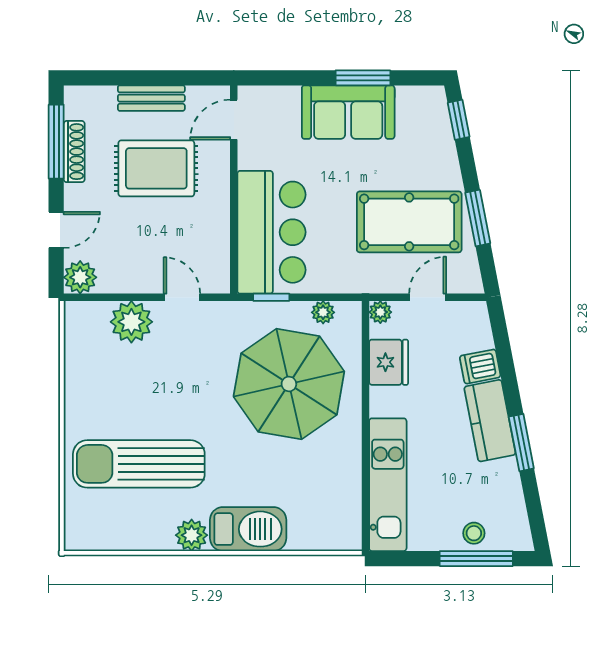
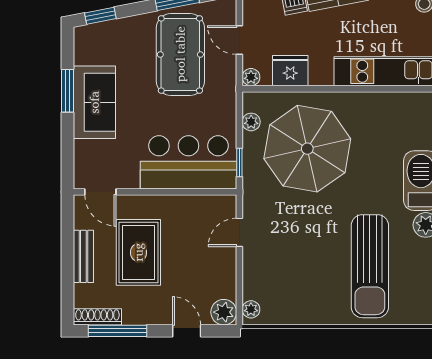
shoe rack: (74, 152) -> (97, 317), moved
plant: (131, 322) -> (251, 309), moved, width x0.53, depth x0.53

